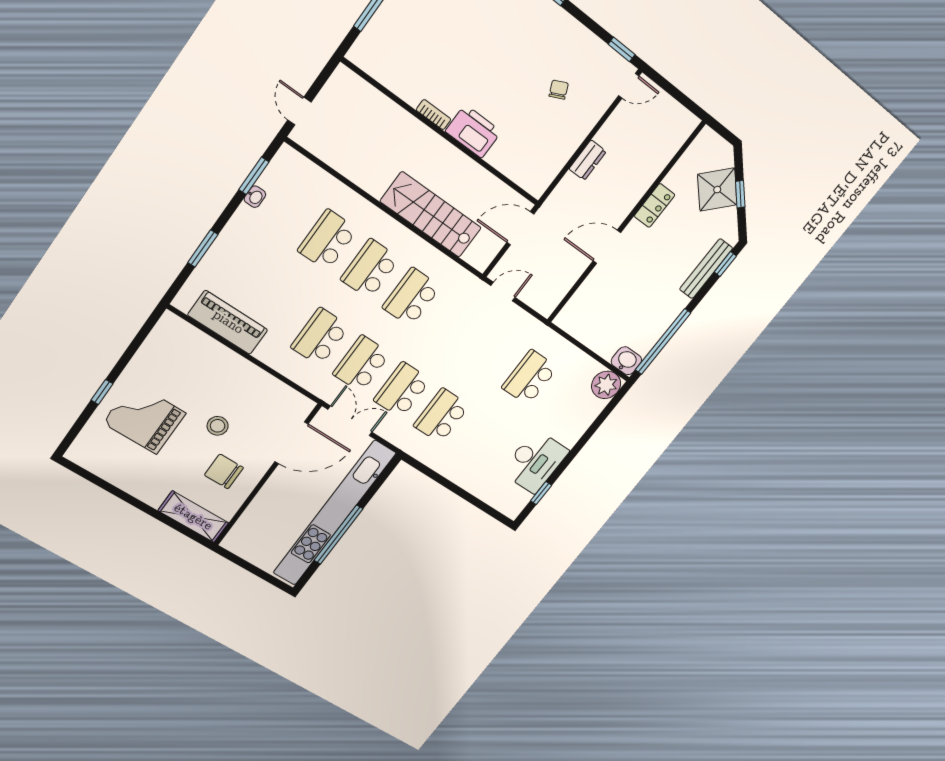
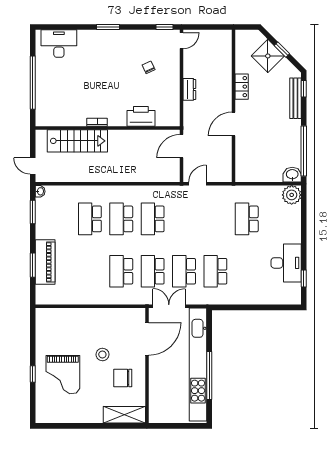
printer: (473, 131) -> (141, 116), moved
washbasin: (255, 197) -> (40, 191), moved
stairs: (431, 215) -> (77, 141), moved, turned 180
piano: (228, 322) -> (45, 262), moved, turned 90
grand piano: (144, 418) -> (63, 375), turned -90

